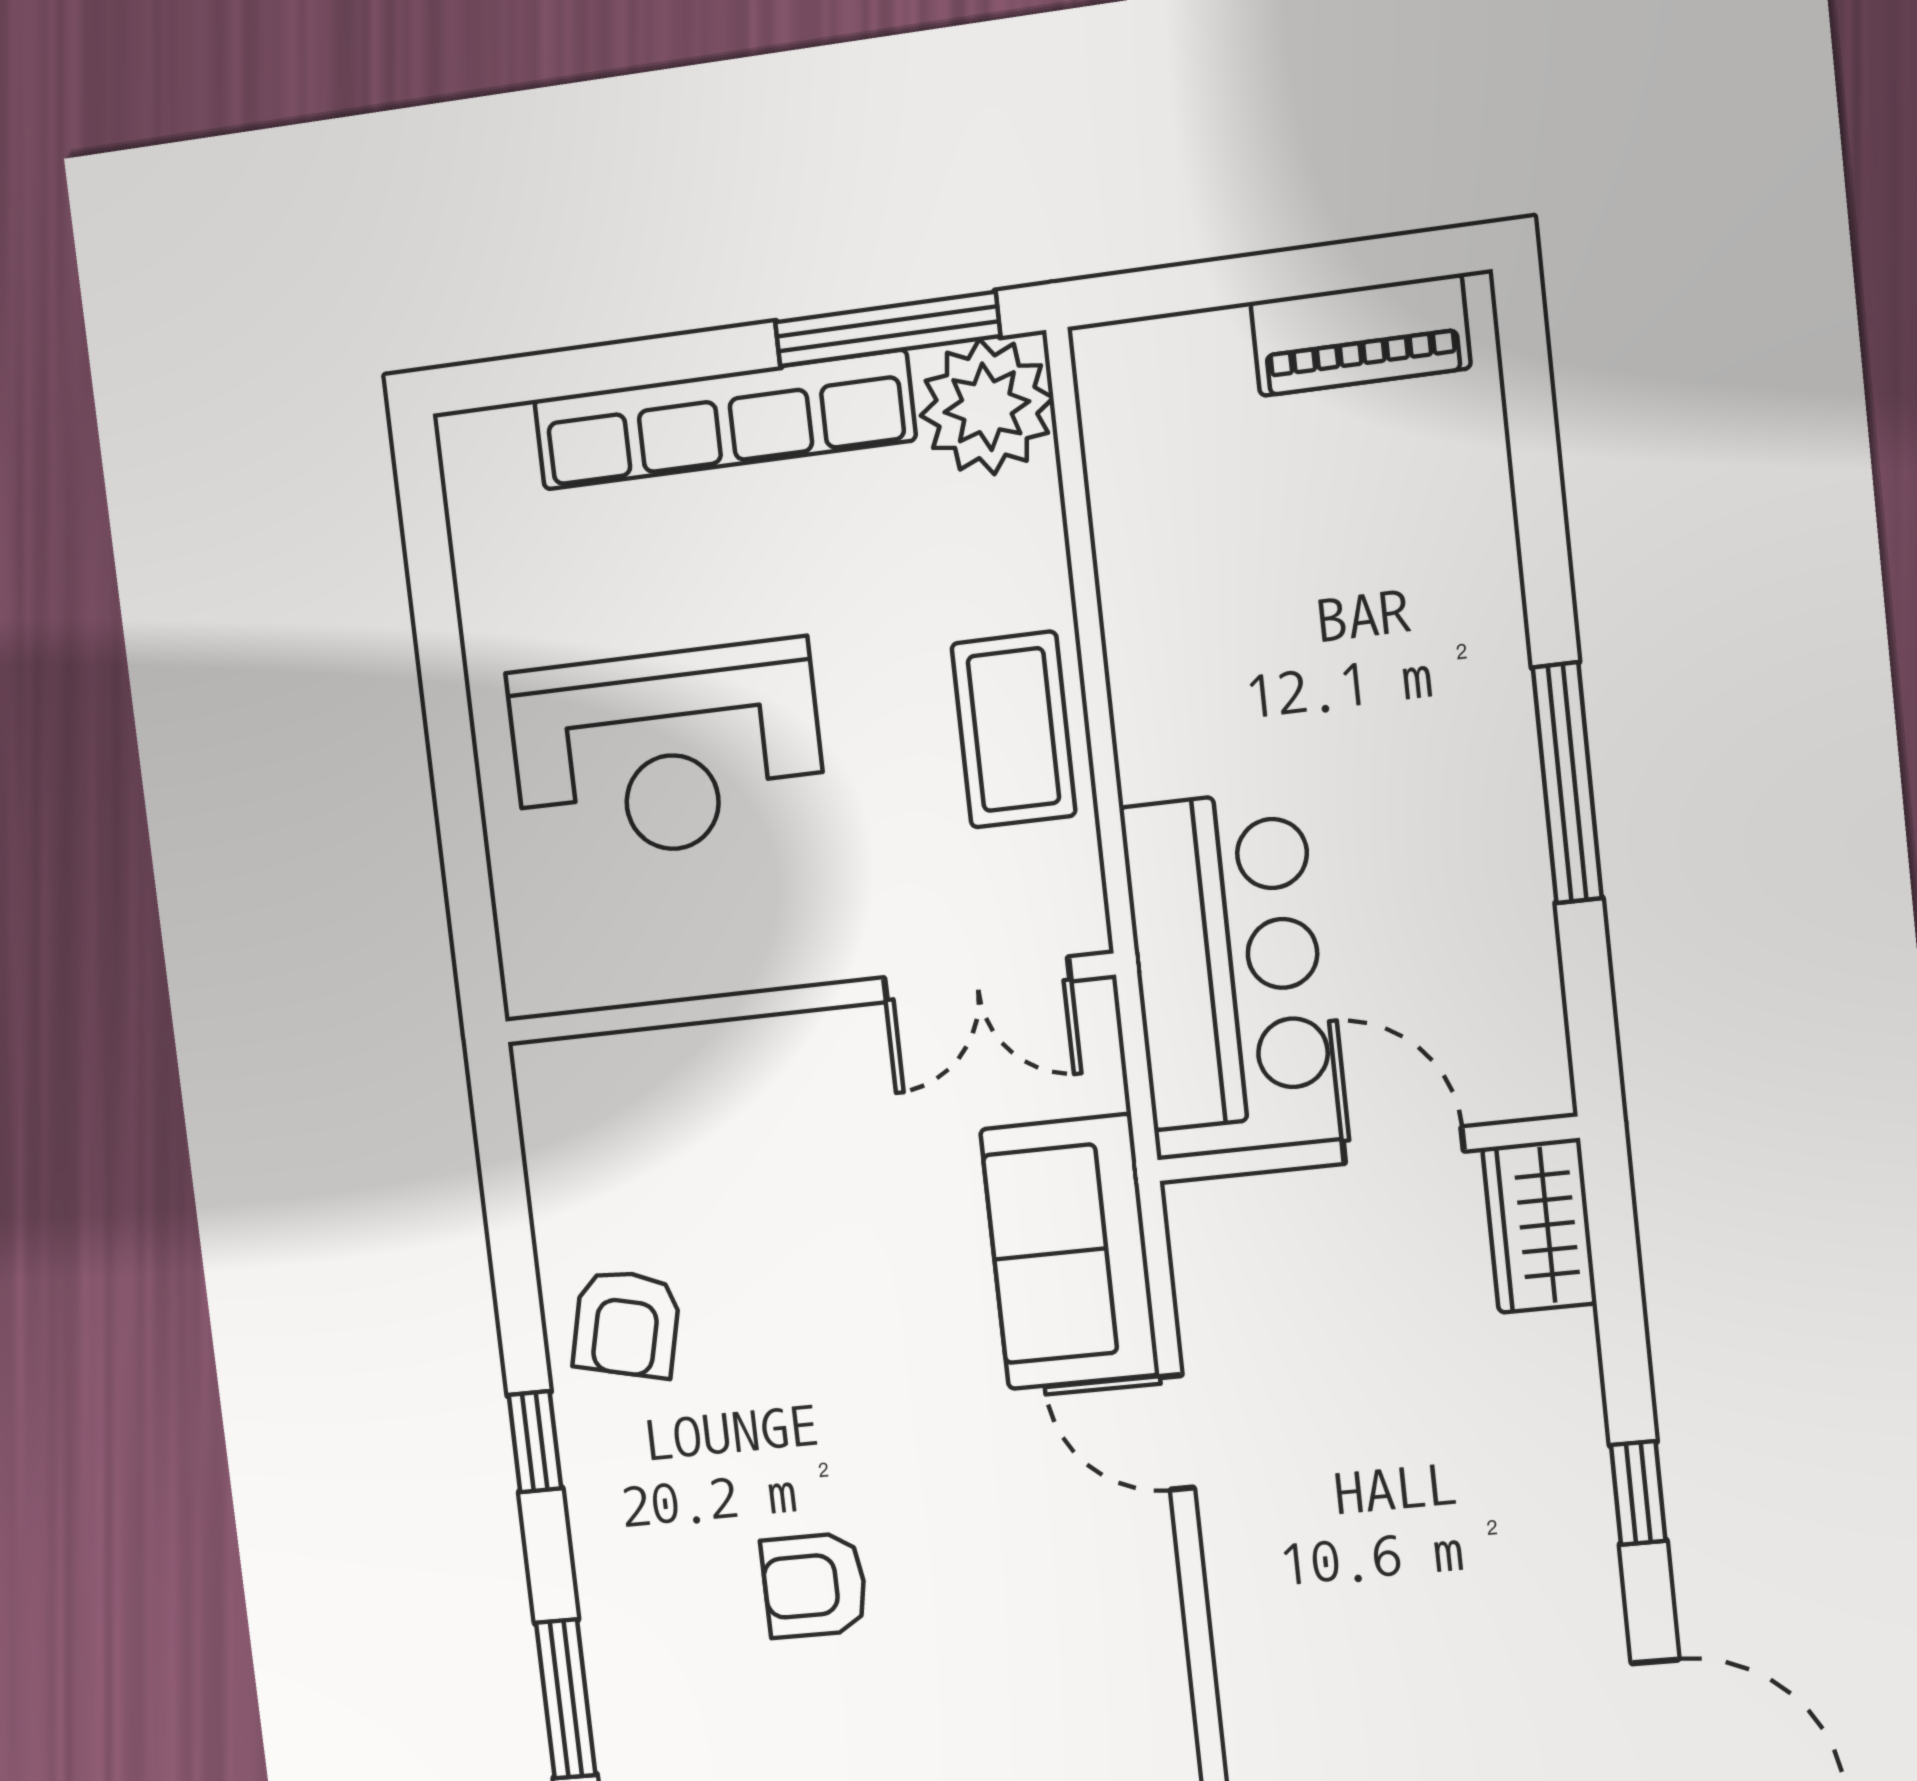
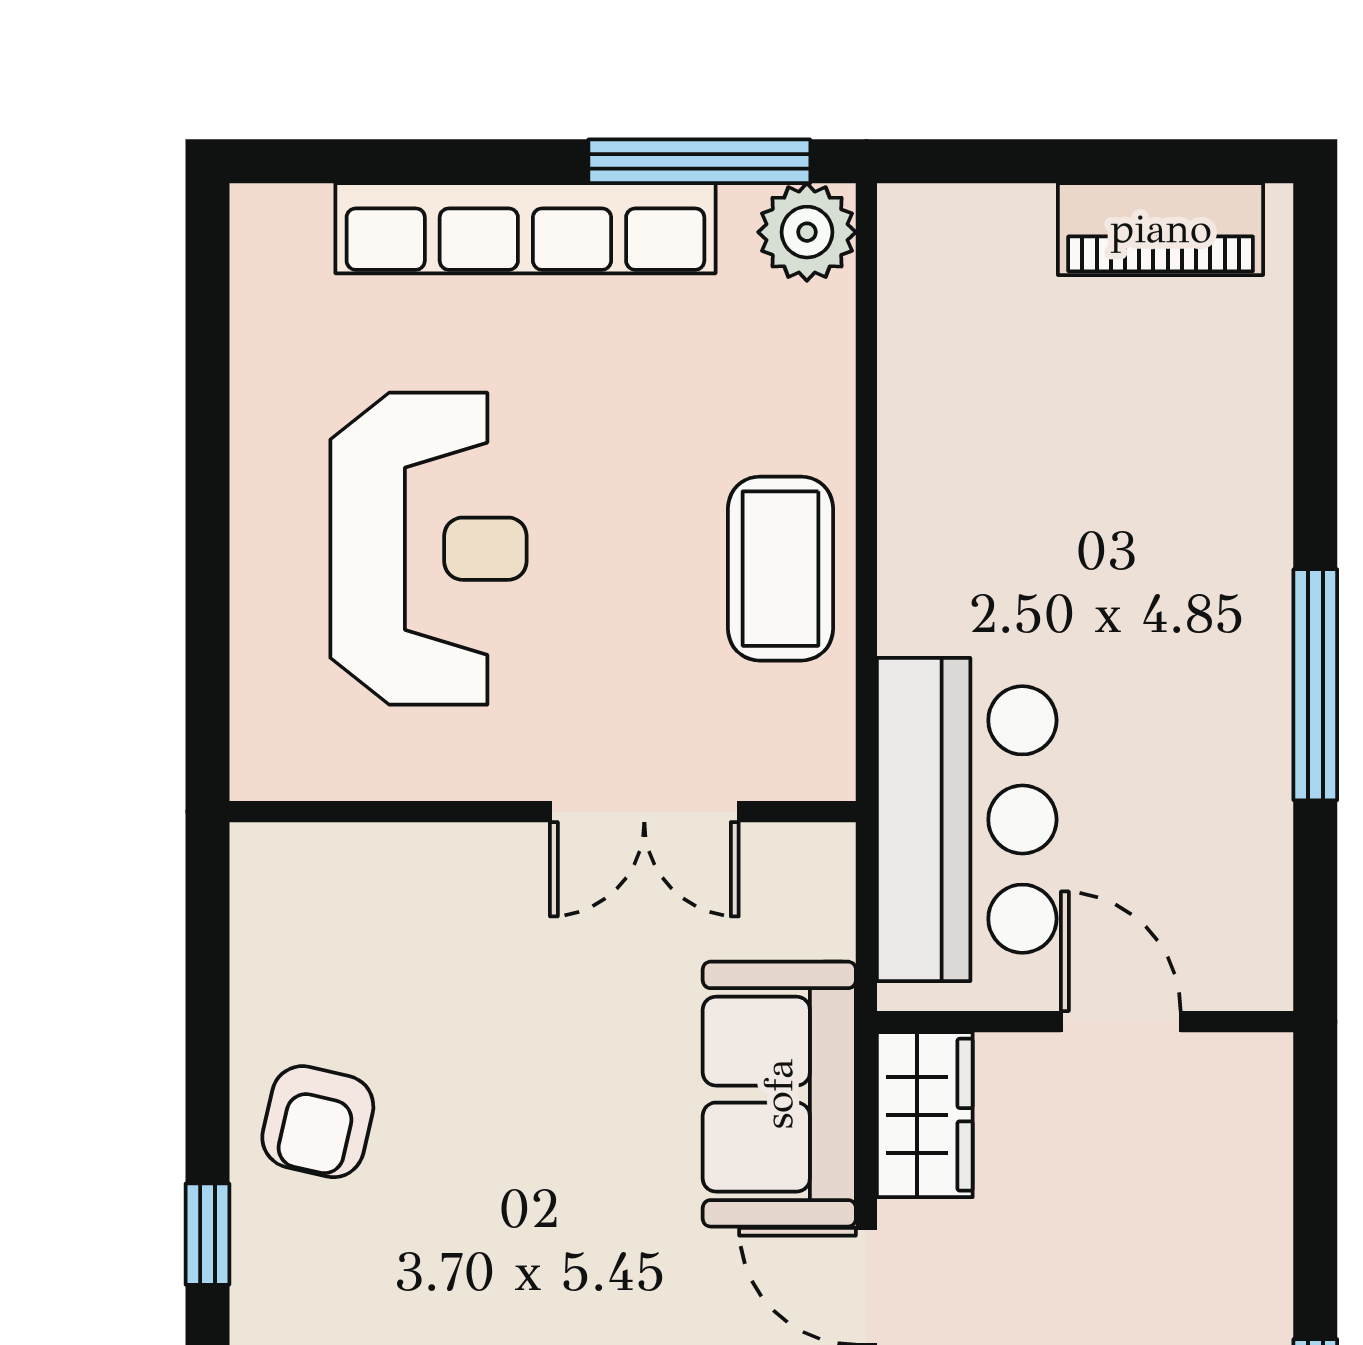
plant: (987, 407) -> (807, 232), width x0.73, depth x0.73
reception desk: (667, 752) -> (428, 549), turned -90
double door: (977, 979) -> (644, 812), moved
wardrobe: (1539, 1226) -> (925, 1115), moved, turned 180

